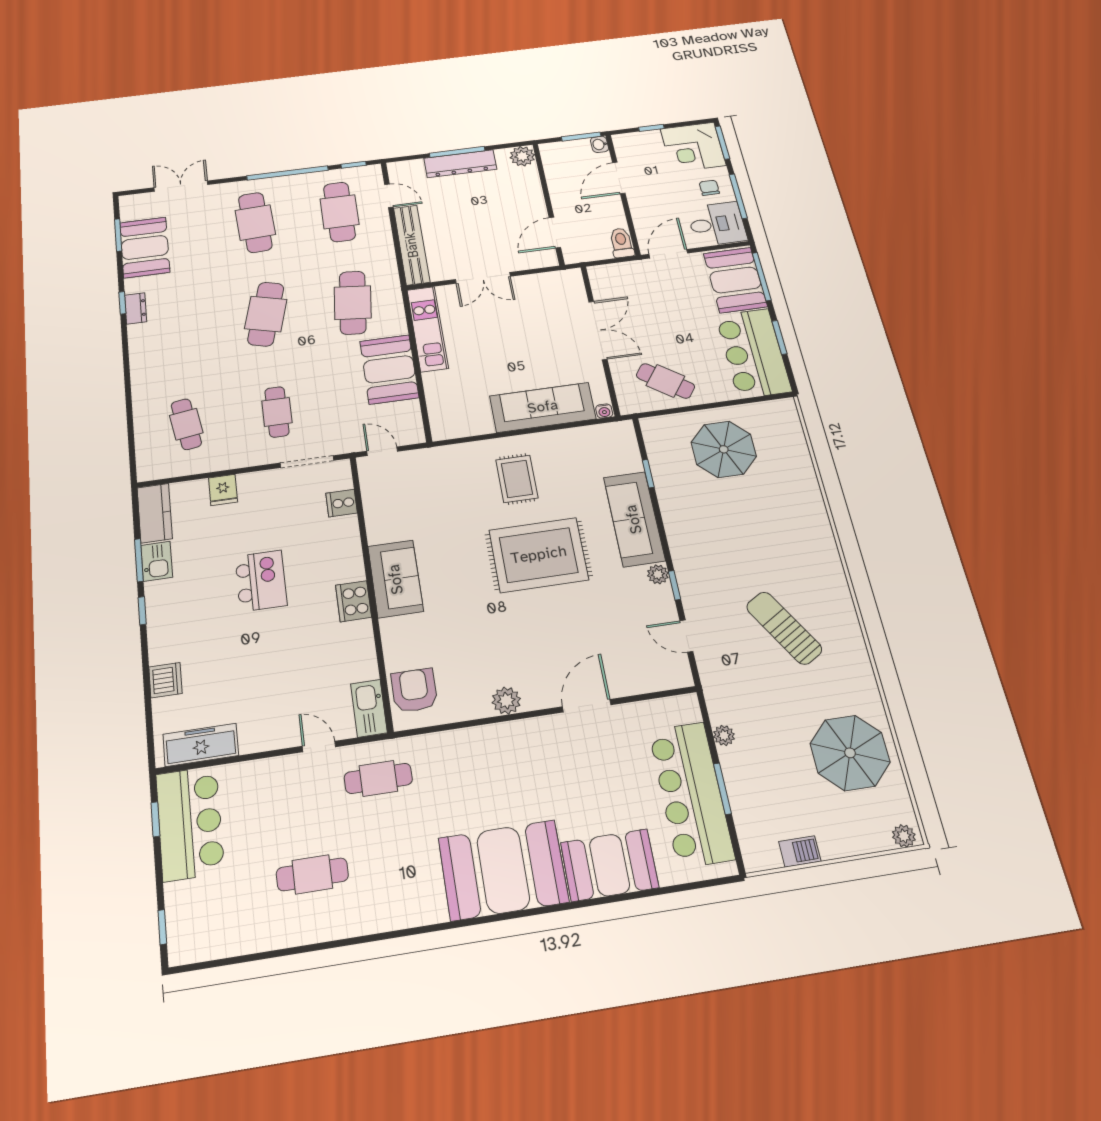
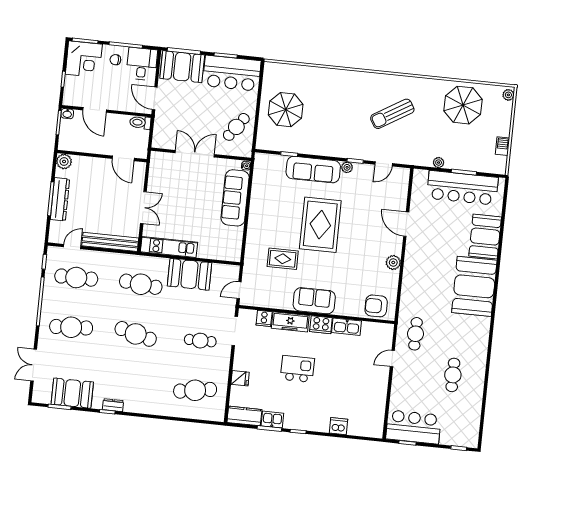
cafe table: (186, 424) -> (195, 390), width x1.37, depth x1.35
rug: (517, 479) -> (283, 259), moved
kitchen sink: (369, 708) -> (347, 327), moved
freezer: (201, 745) -> (290, 322), moved, turned -90

